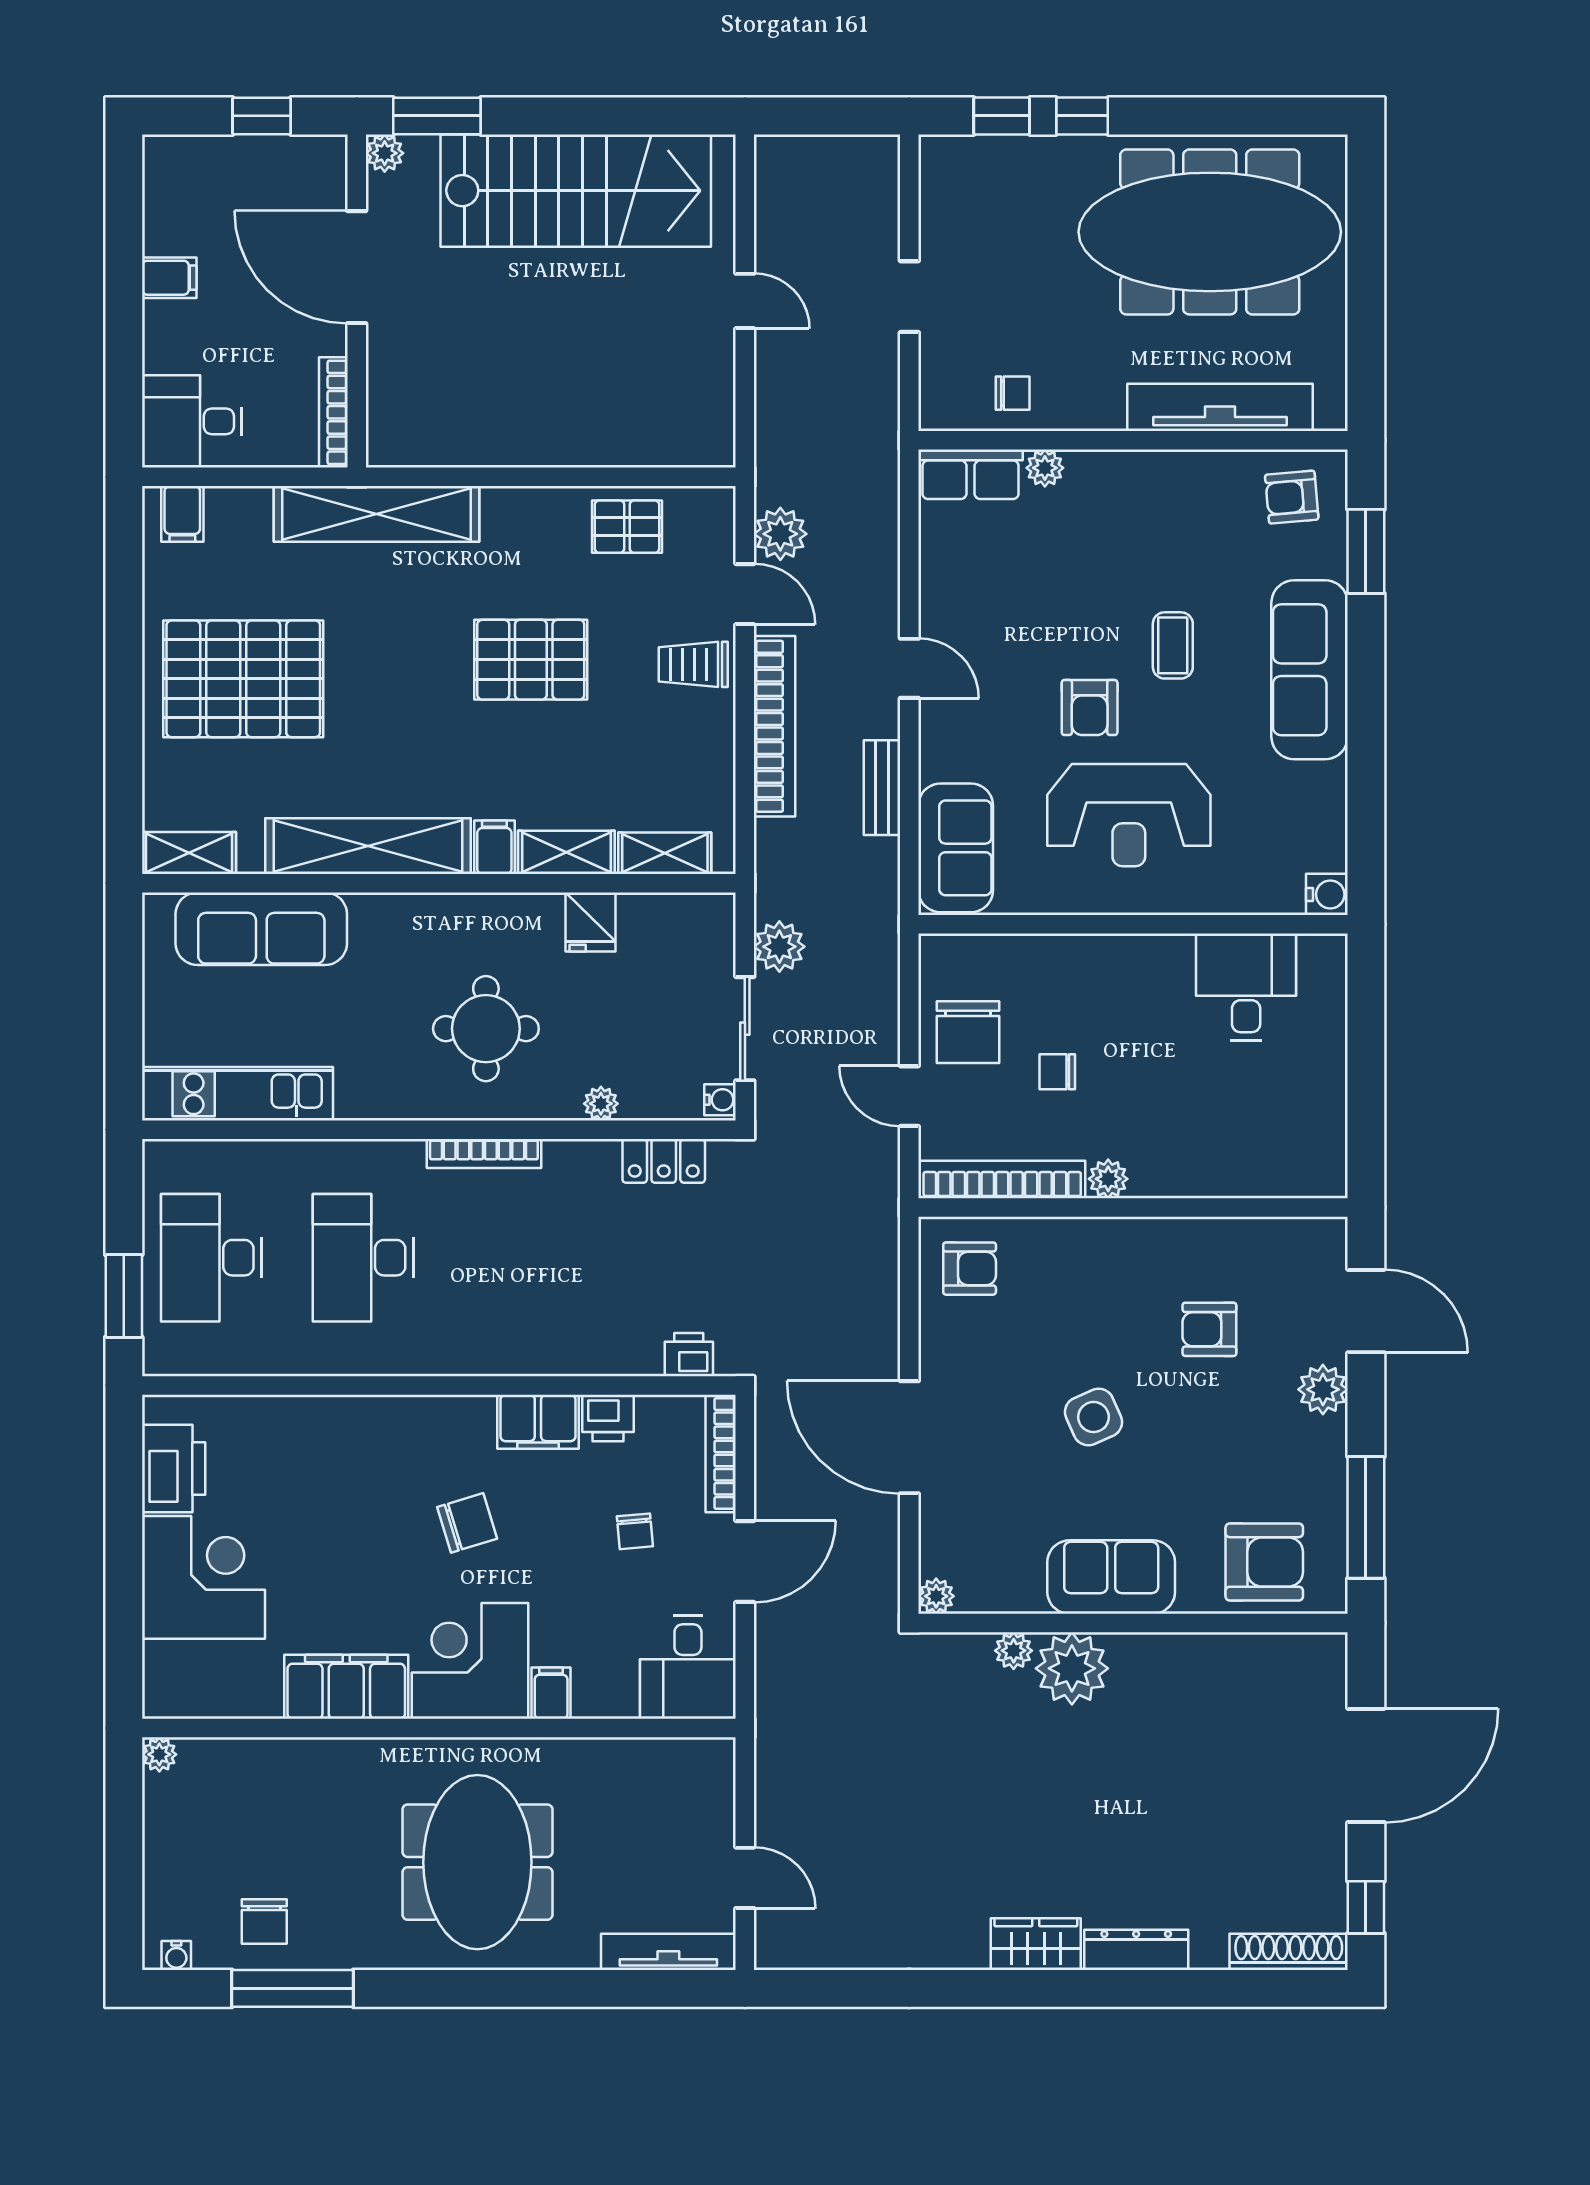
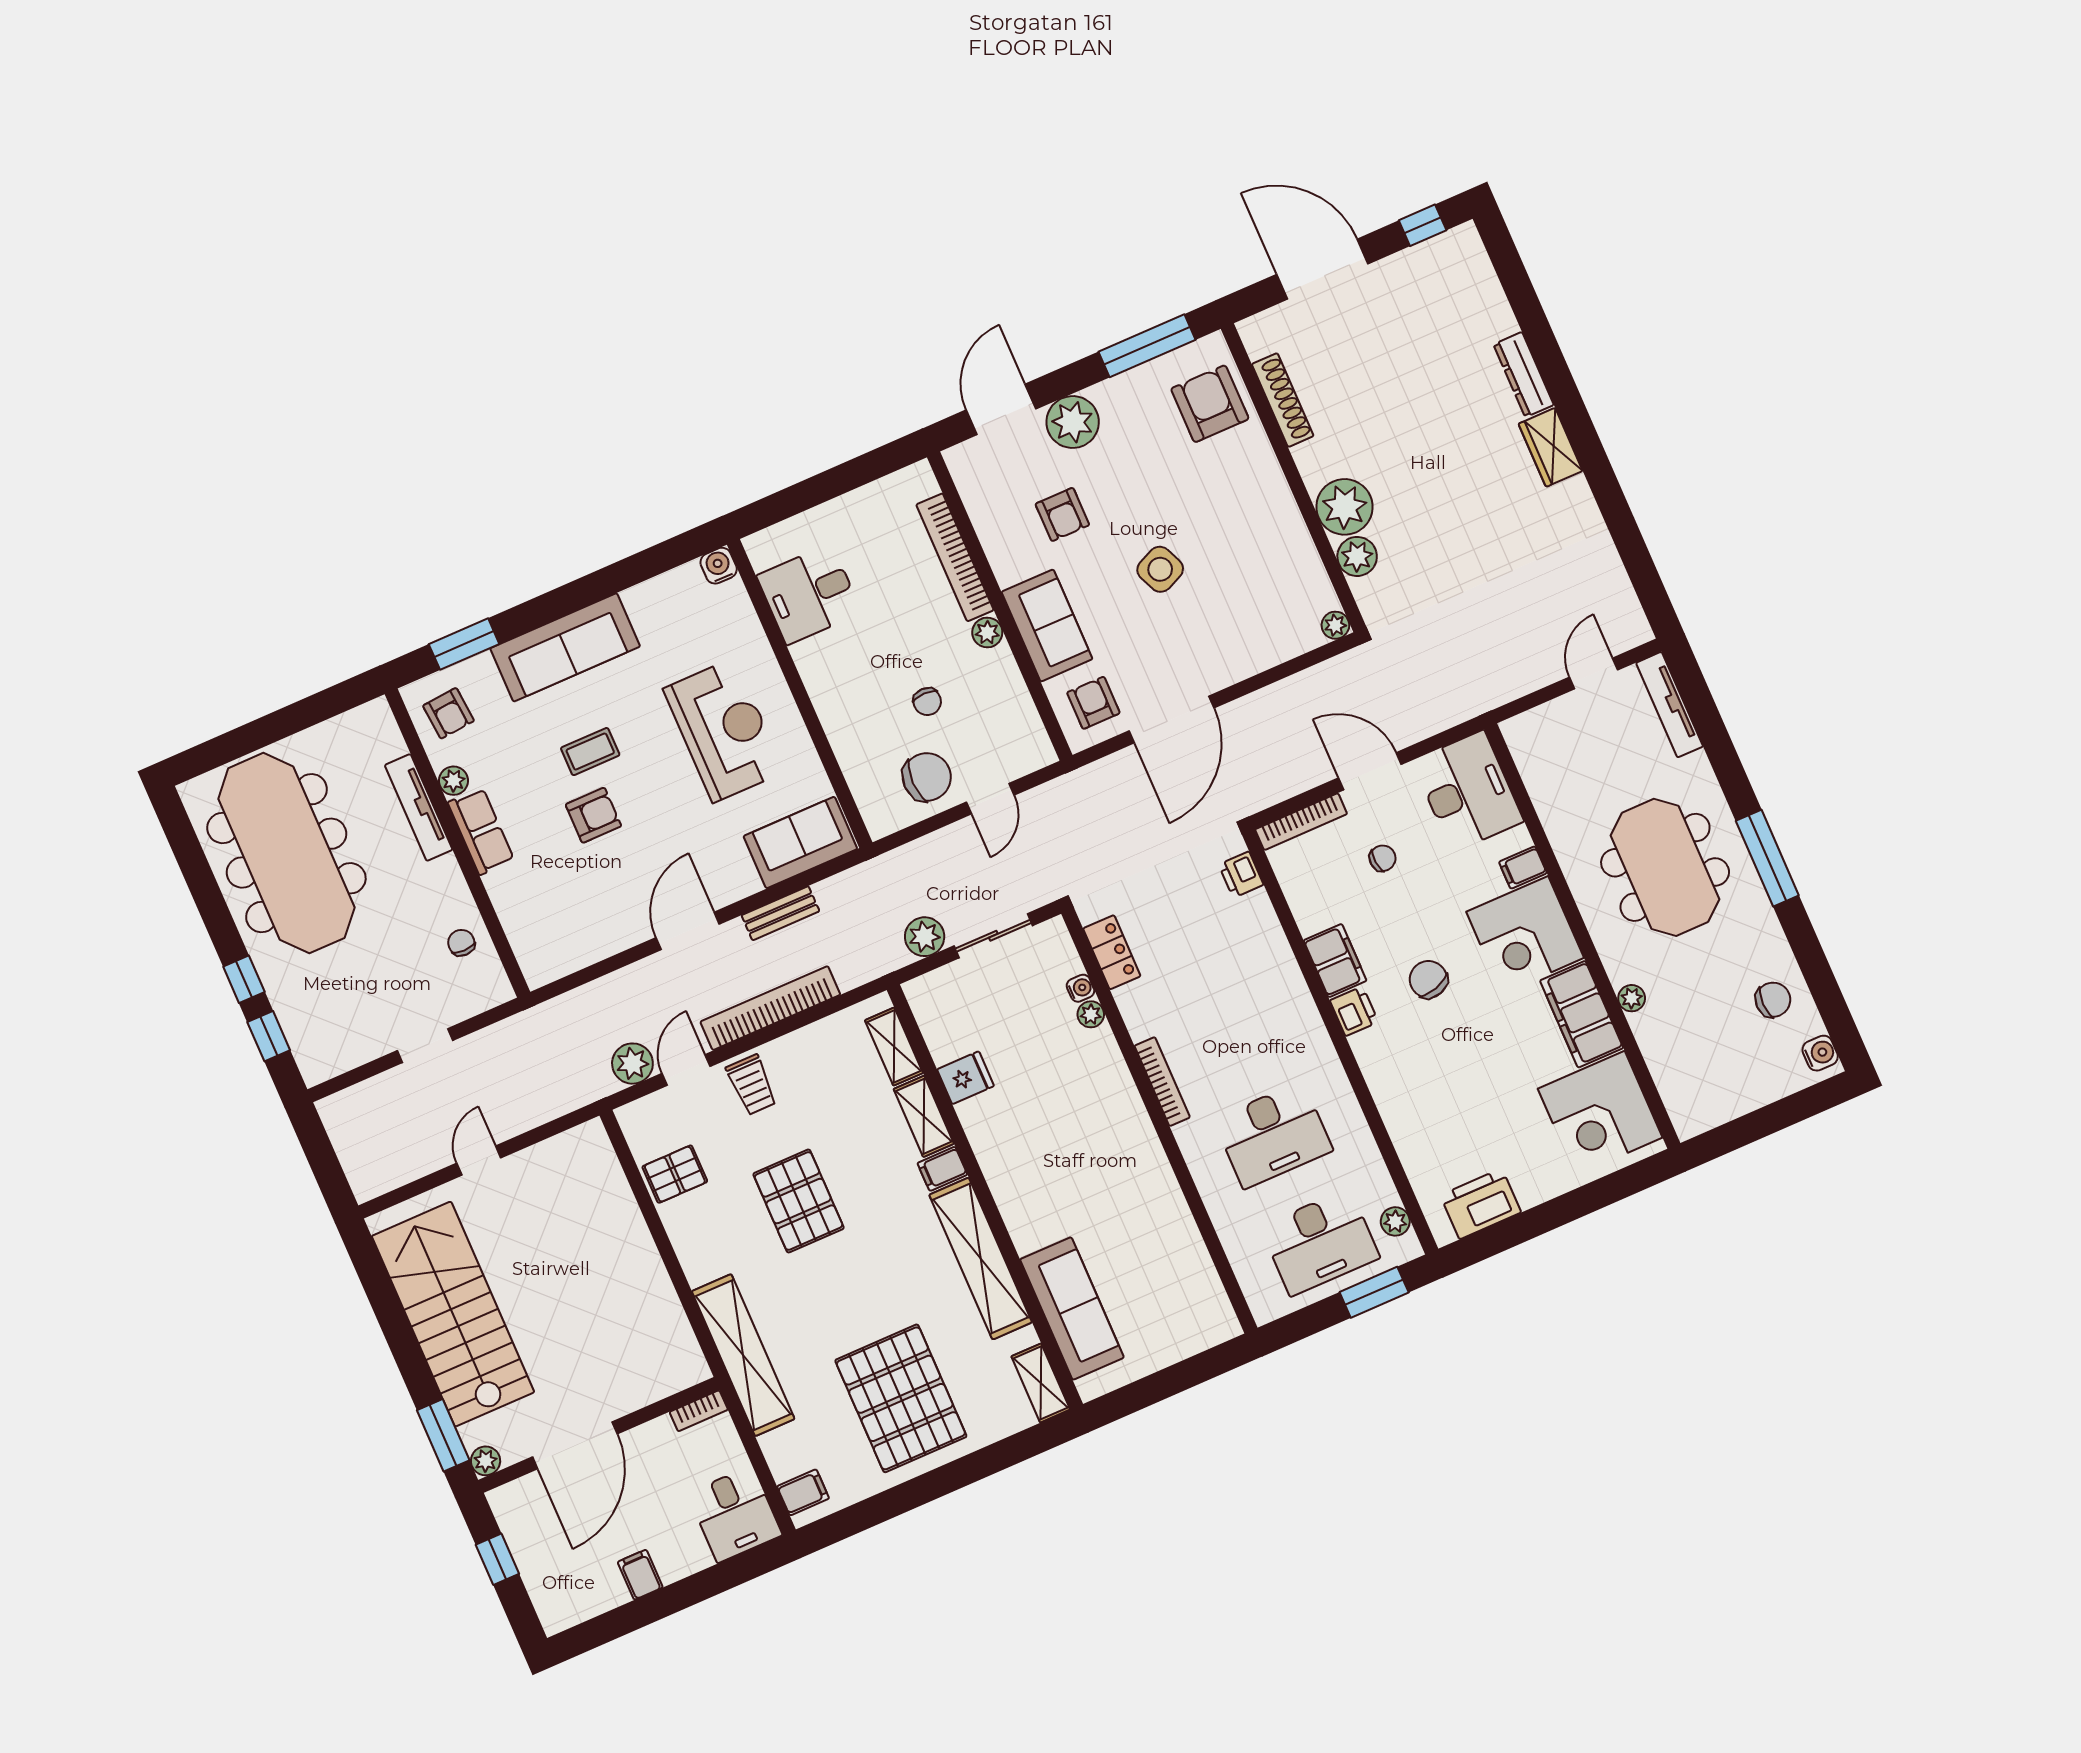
tv unit: (1220, 407) -> (419, 807), width x0.73, depth x0.78
bookcase: (333, 412) -> (699, 1411), width x0.64
plant: (1045, 468) -> (453, 781), moved
row of seats: (971, 474) -> (481, 831), moved
pallet: (627, 527) -> (675, 1174), turned 90
door: (909, 668) -> (688, 931), width x1.38
armchair: (1090, 707) -> (593, 815), moved
round table: (486, 1029) -> (1073, 1119), removed
kitchen unit: (238, 1094) -> (1196, 1274), removed
water cooler: (720, 1100) -> (1080, 988), moved, turned 90
bookcase: (1002, 1180) -> (955, 557), moved
plant: (197, 1358) -> (1395, 1221), added
plant: (1323, 1389) -> (1073, 422), width x1.36, depth x1.36
printer: (608, 1418) -> (1354, 1011), moved
door: (909, 1437) -> (1172, 719), moved
corner desk: (204, 1577) -> (1600, 1113), moved, turned -90
sofa: (1111, 1577) -> (1047, 625), moved, turned 180
plant: (1014, 1651) -> (1357, 556), width x1.38, depth x1.38
desk: (688, 1667) -> (1468, 791), width x1.37
plant: (159, 1754) -> (1632, 998), moved
meeting table: (477, 1862) -> (1665, 867), turned 90
shoe rack: (1289, 1952) -> (1283, 400), moved, turned 180
water cooler: (176, 1955) -> (1820, 1053), width x1.38, depth x1.38
window: (293, 1988) -> (1767, 858), moved

